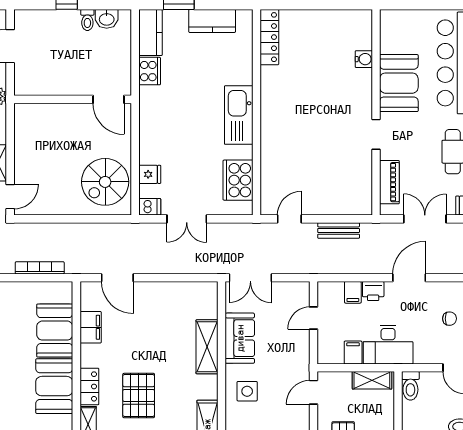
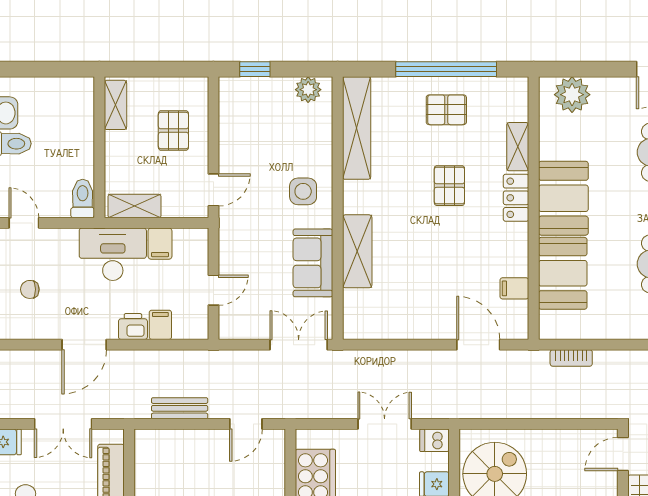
bookcase: (40, 268) -> (571, 358), width x0.64
filing cabinet: (91, 327) -> (514, 288), width x0.50
pallet: (139, 396) -> (449, 186), width x0.67, depth x0.71

